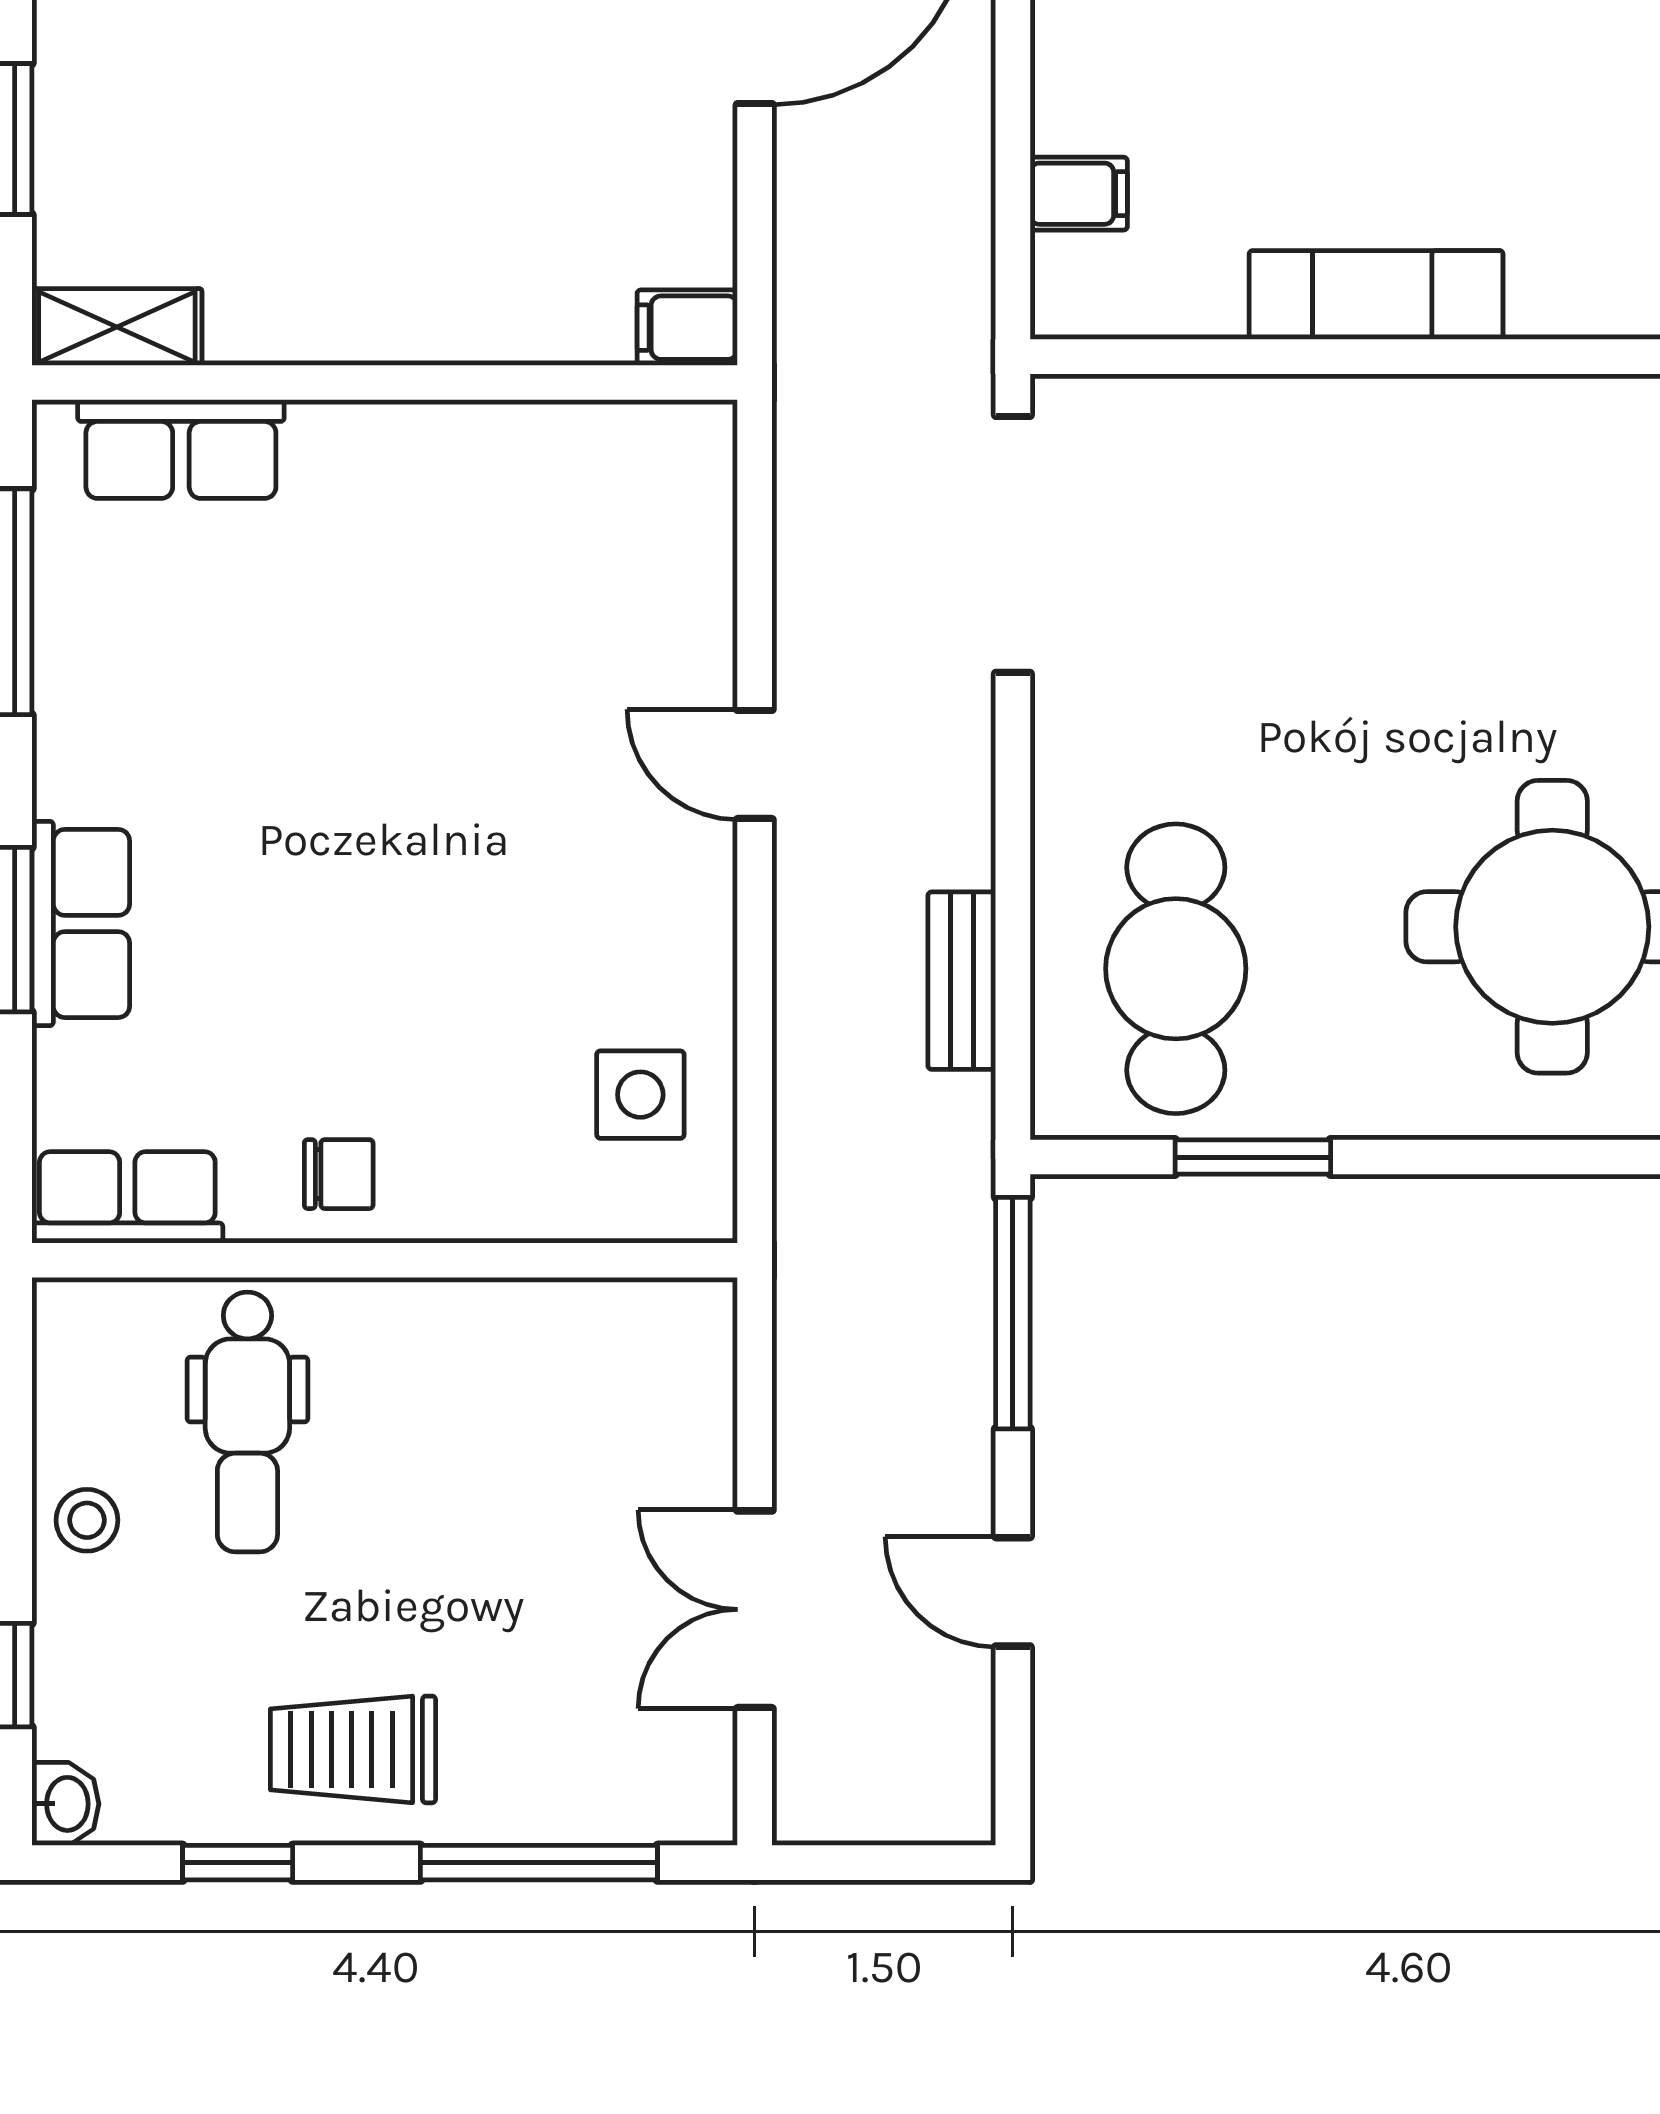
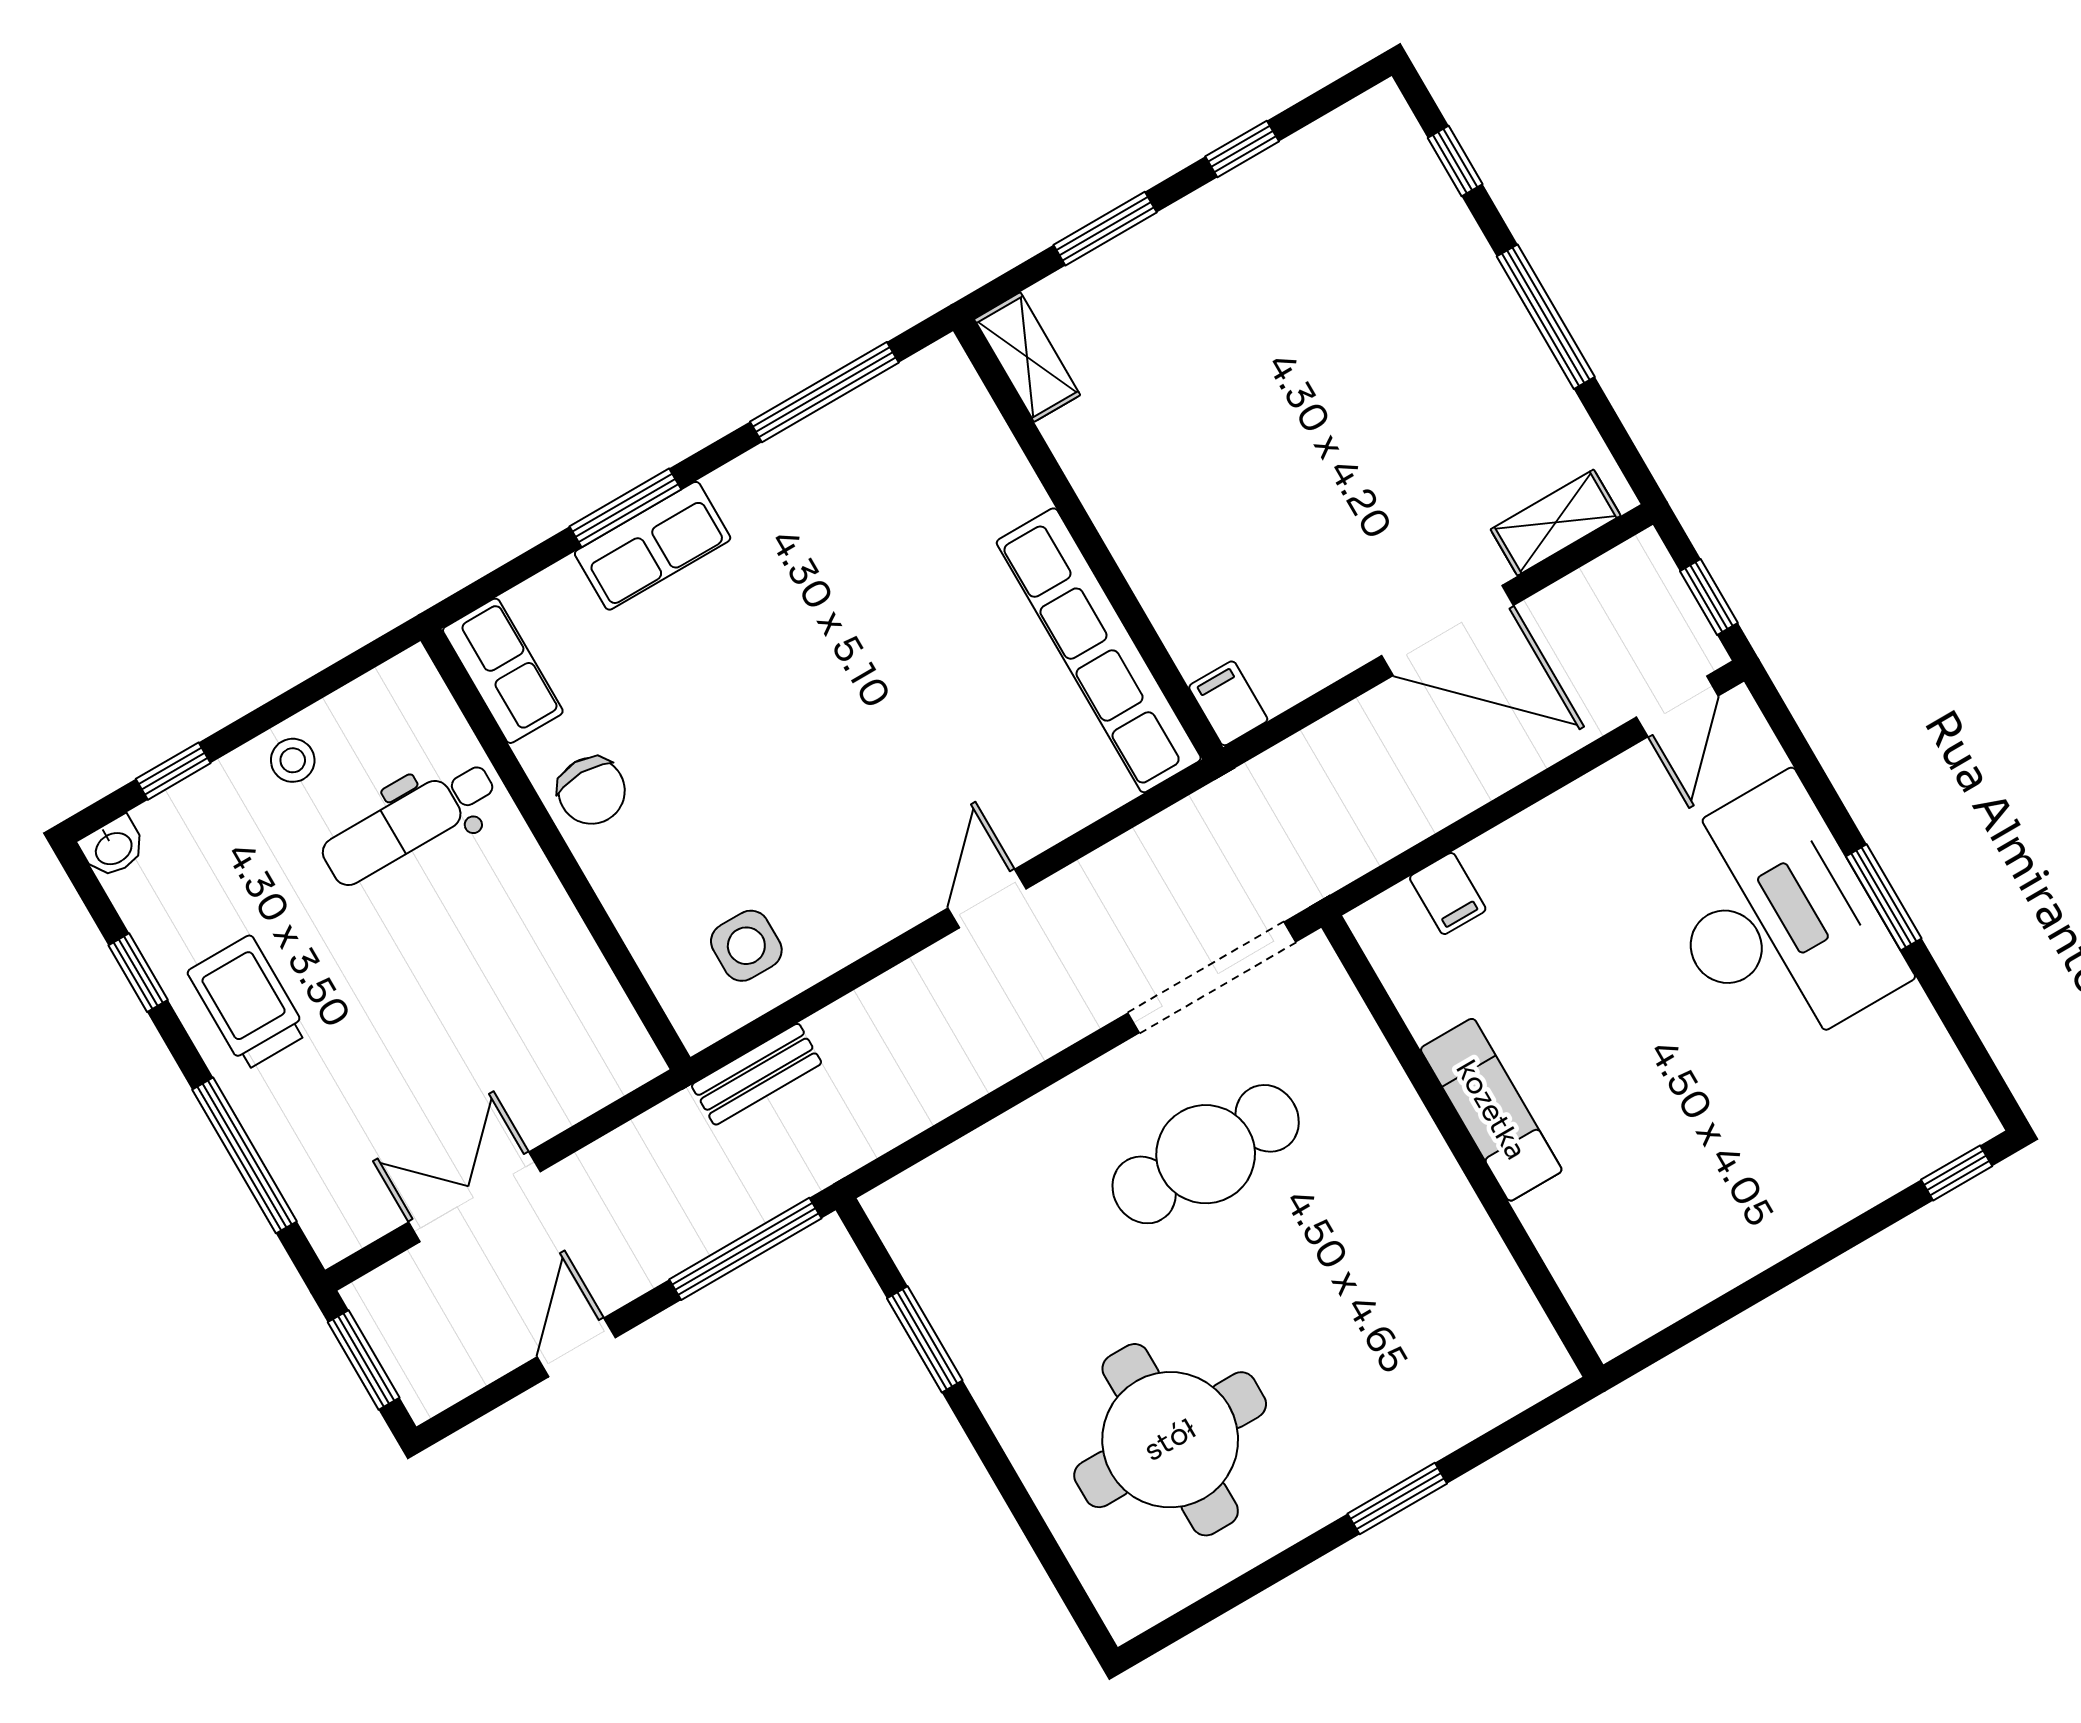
row of seats: (181, 449) -> (1099, 650), moved, width x2.02
cafe table: (1176, 969) -> (1206, 1154), moved
bench: (962, 981) -> (757, 1074), moved
chair: (339, 1174) -> (592, 791), width x1.37, depth x1.37
window: (876, 1863) -> (364, 1360), added

